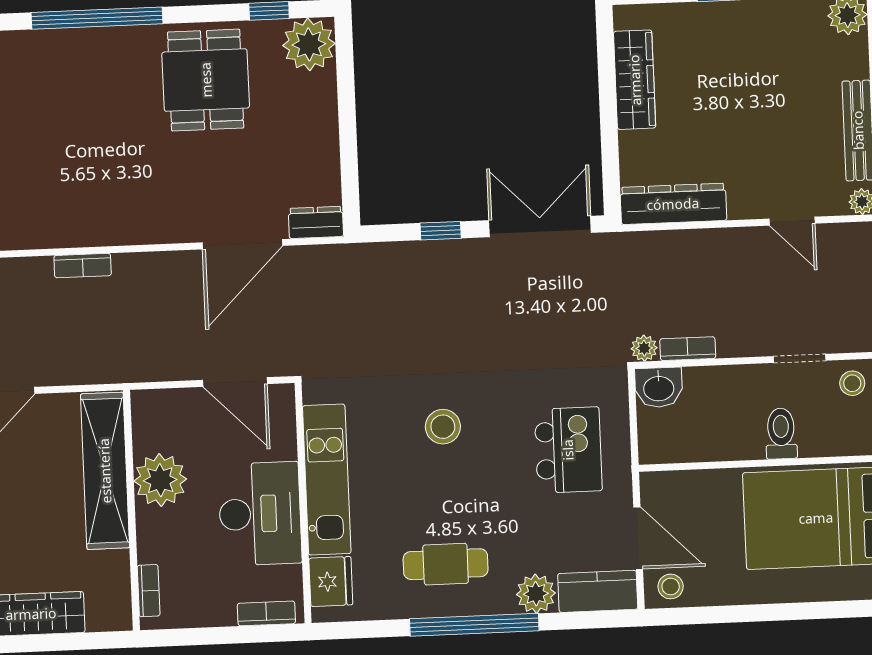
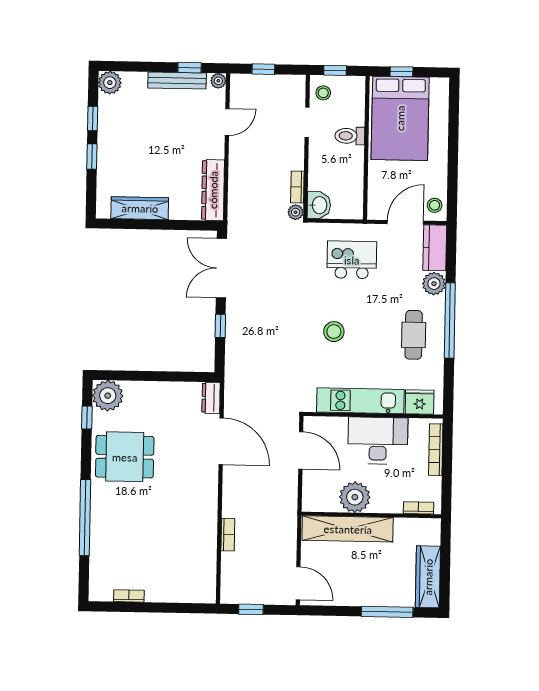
door: (235, 382) -> (301, 450), hinge flipped
bookcase: (266, 613) -> (436, 450), width x1.56

